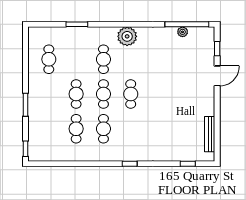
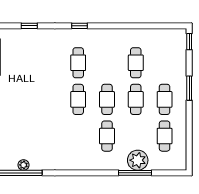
window: (77, 24) -> (135, 173), width x1.44
plant: (127, 36) -> (138, 160), moved
cafe table: (49, 94) -> (165, 99), added
cafe table: (103, 129) -> (78, 63), moved
window: (188, 164) -> (29, 26), moved

